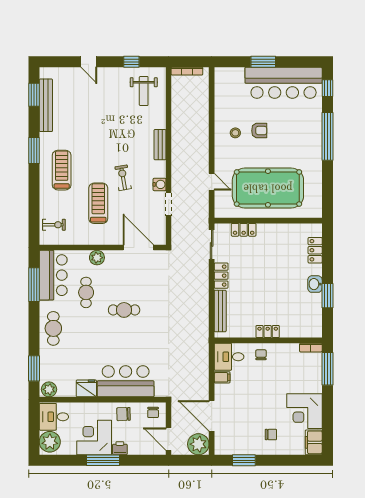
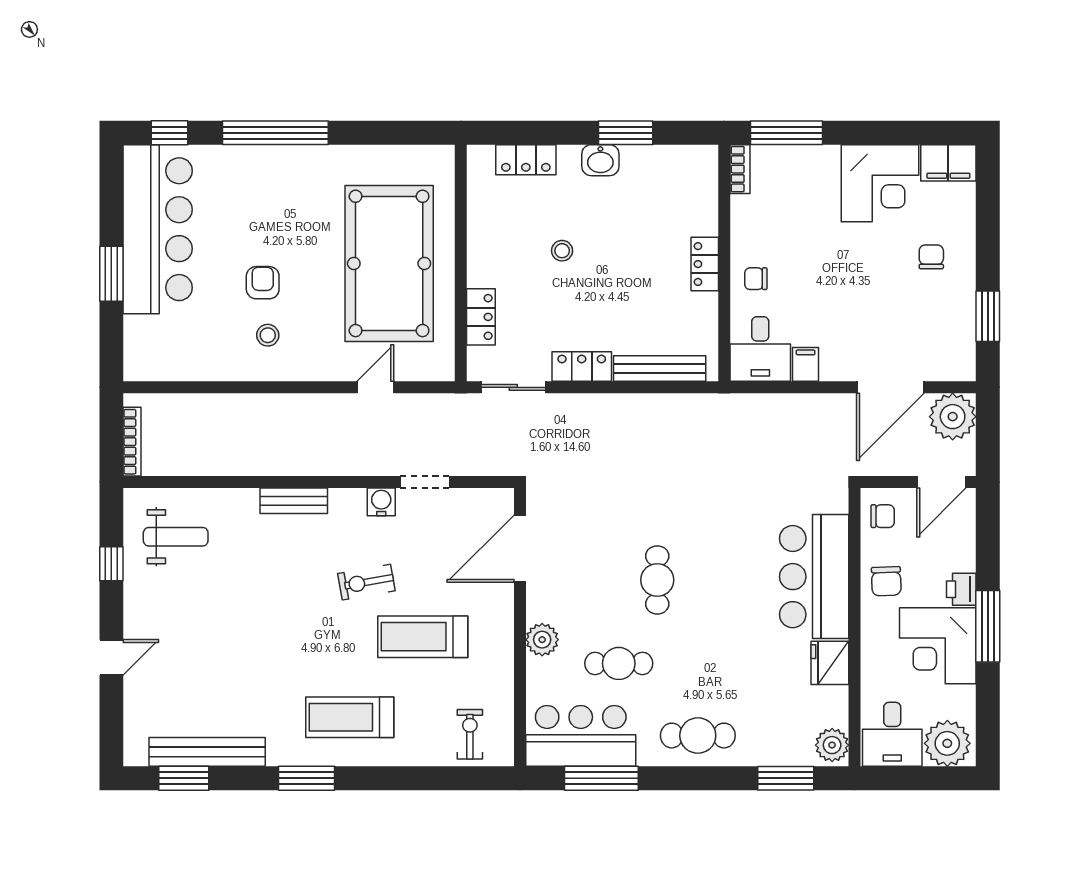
stool: (274, 267) -> (562, 251), added

